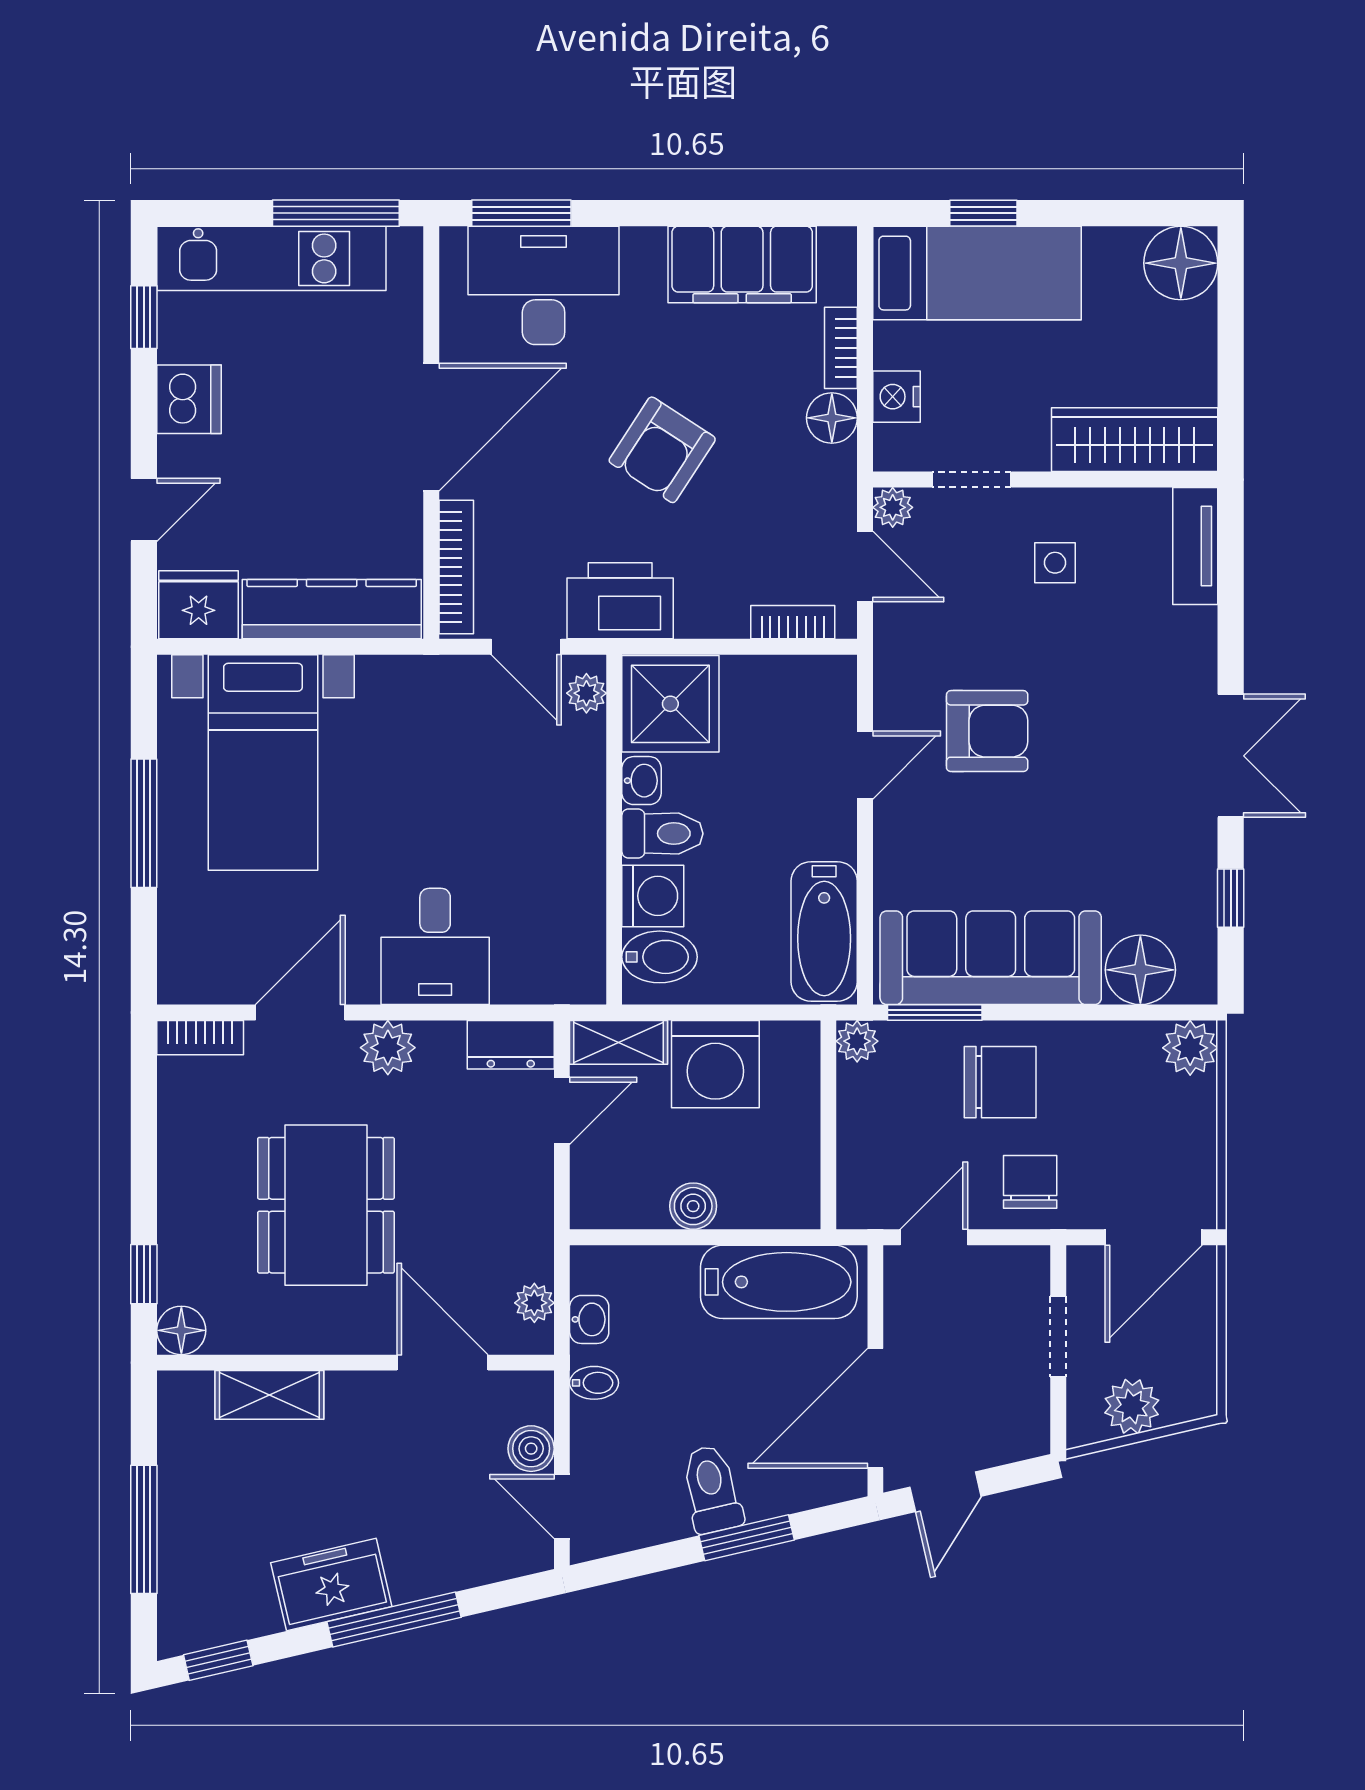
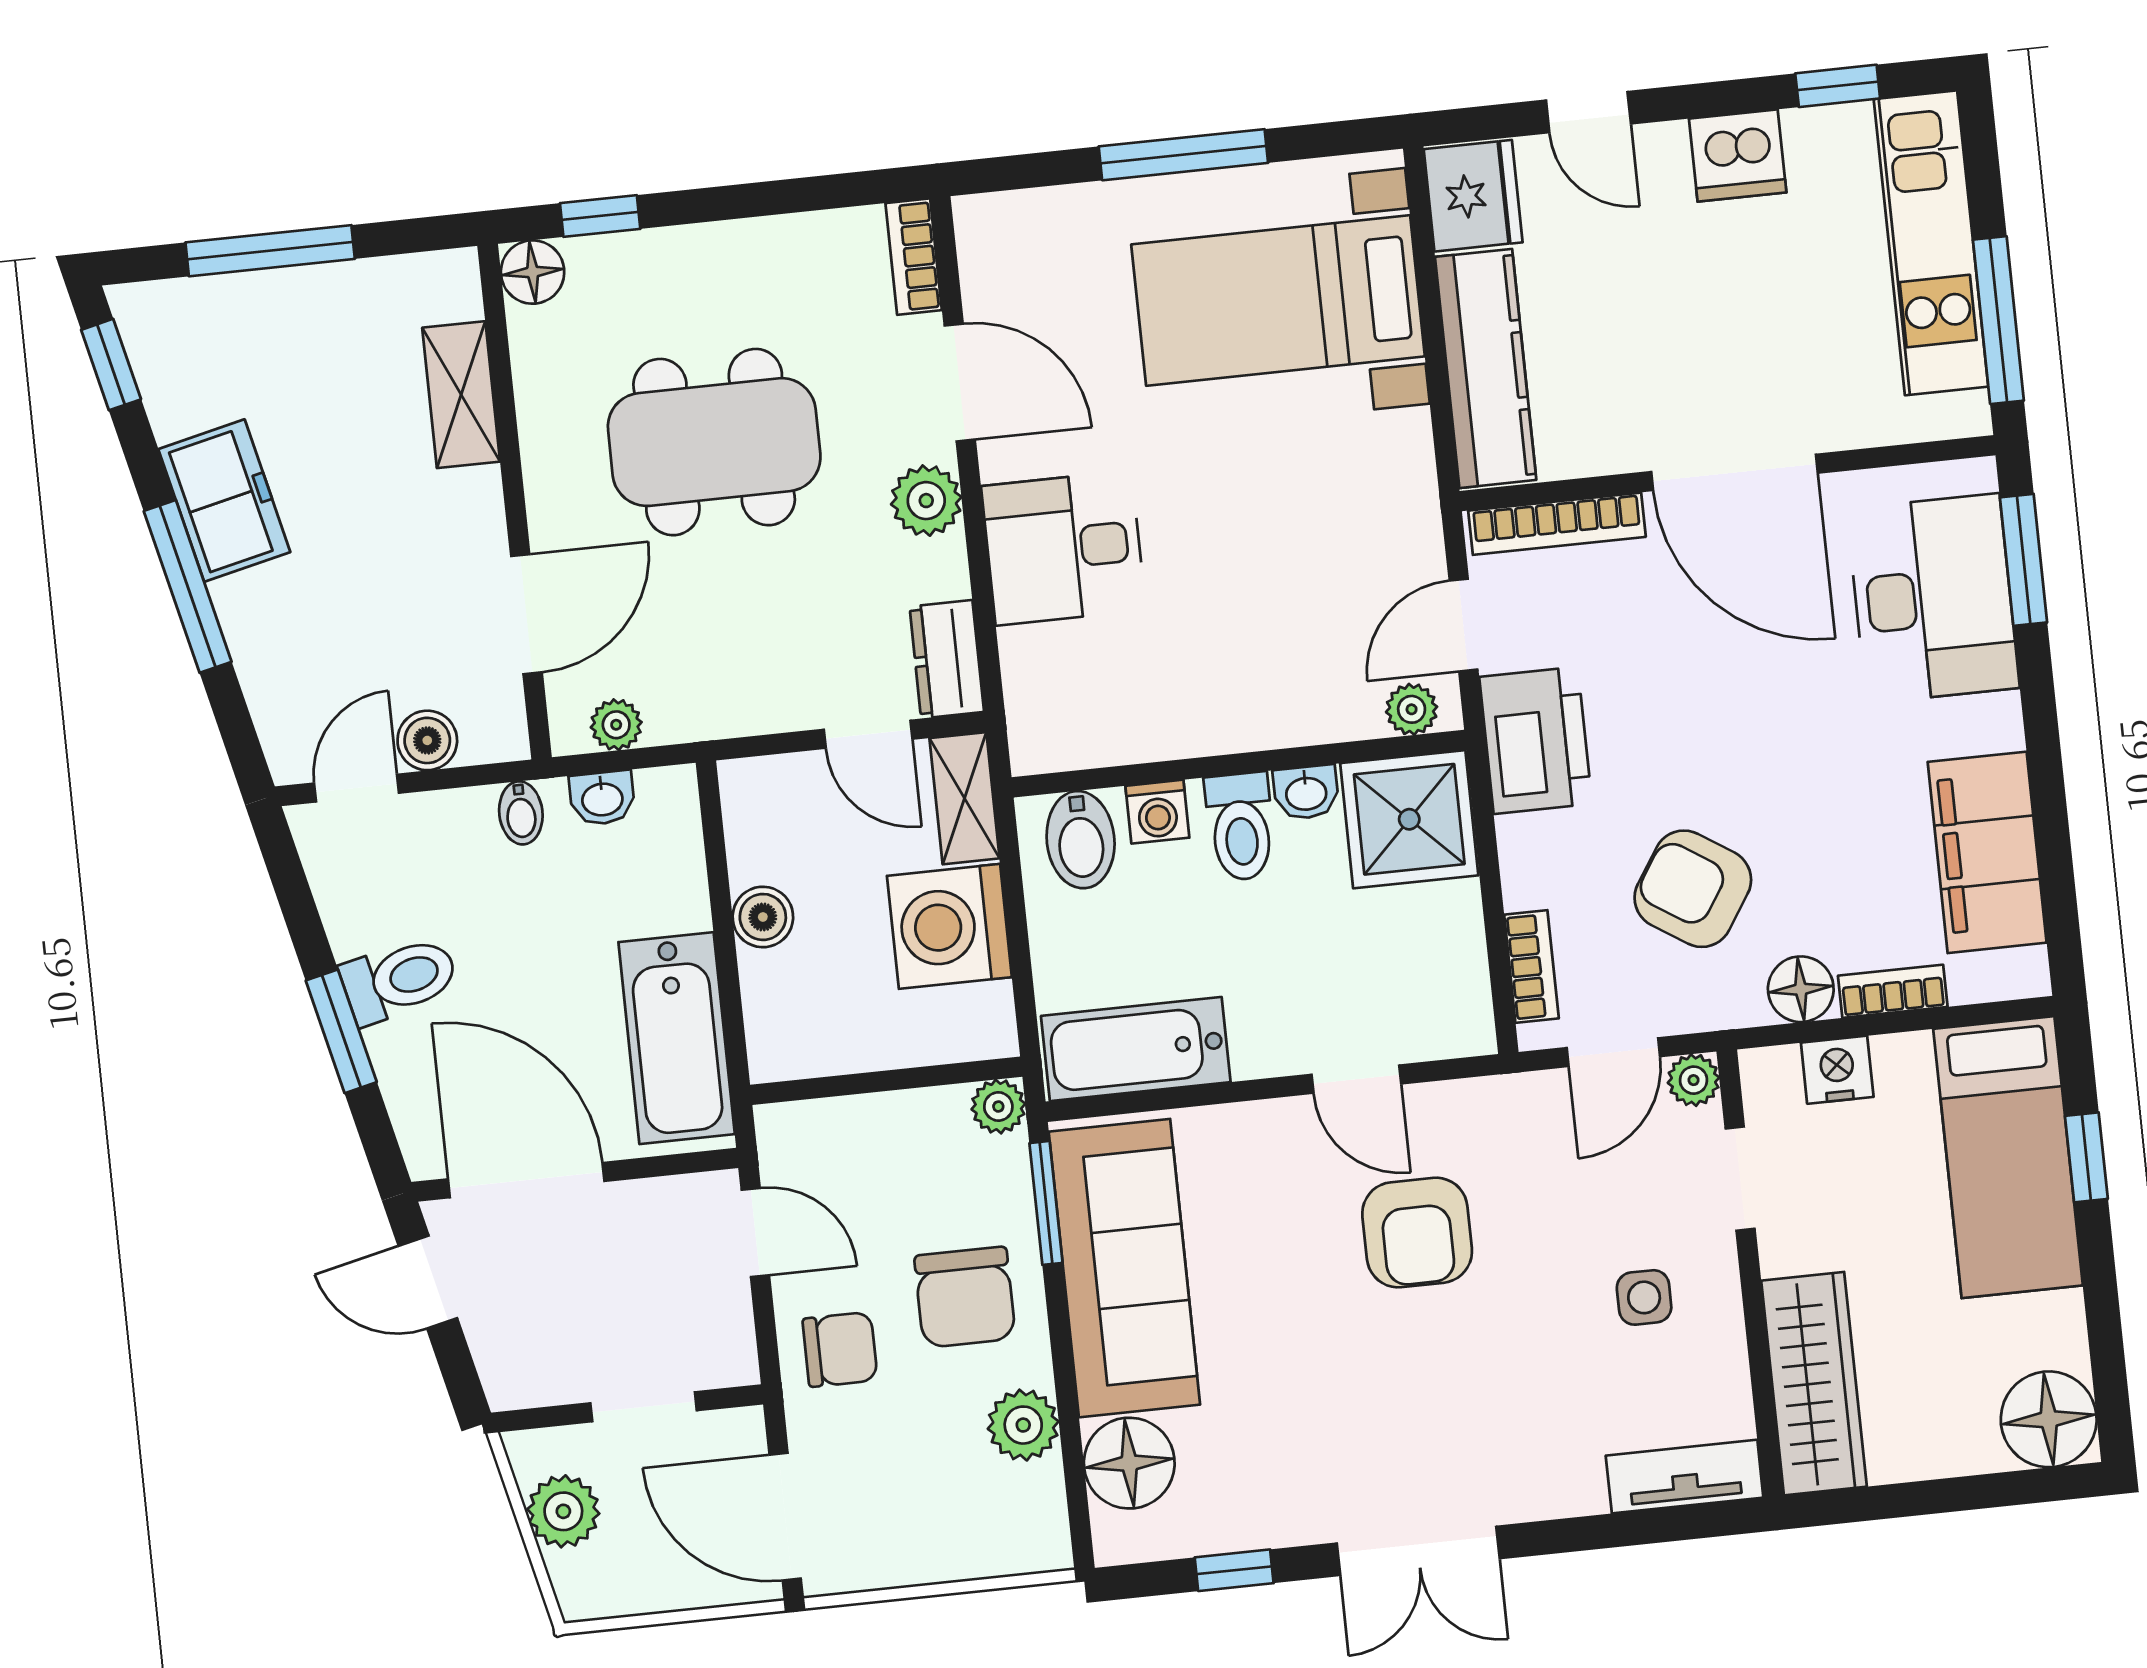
armchair: (662, 450) -> (1693, 889), moved
washing machine: (653, 896) -> (1157, 812), width x0.73, depth x0.73
plant: (1190, 1048) -> (1023, 1425), moved

